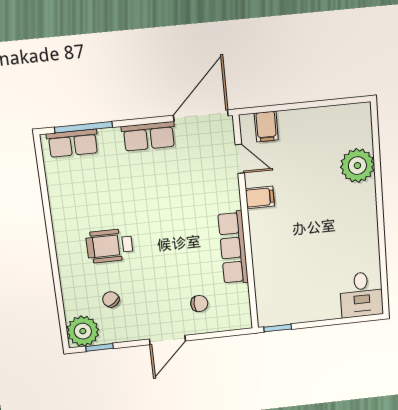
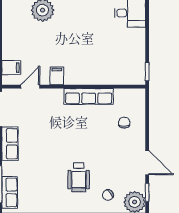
chair: (111, 299) -> (108, 195), moved
door: (167, 340) -> (147, 163), moved

